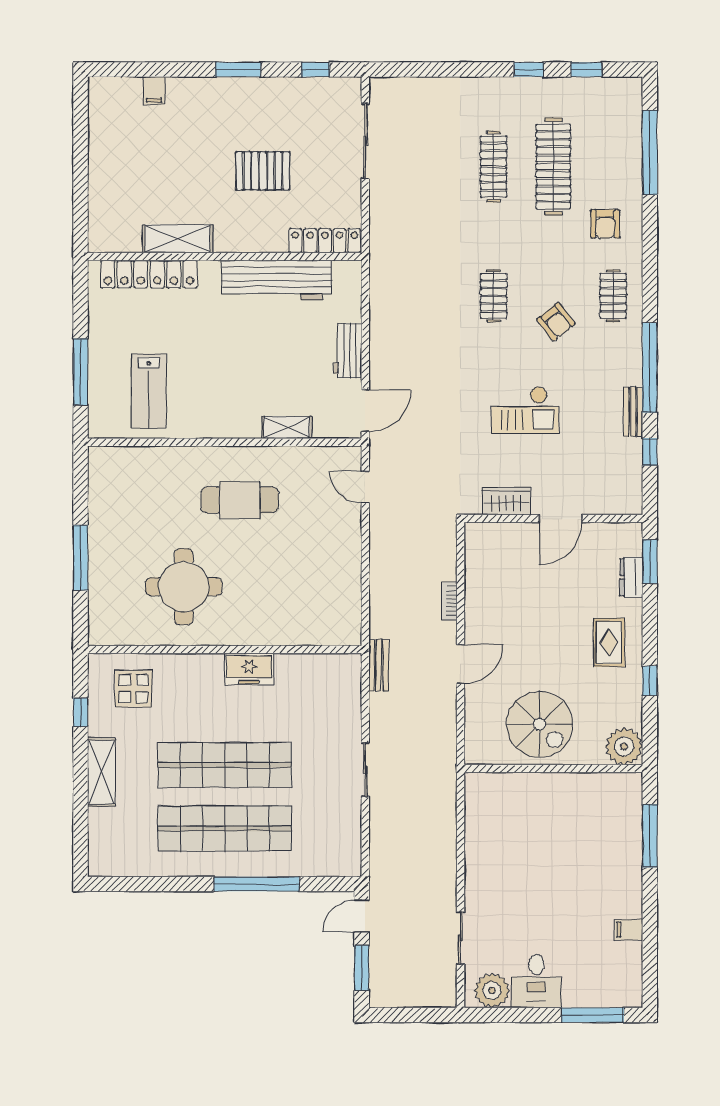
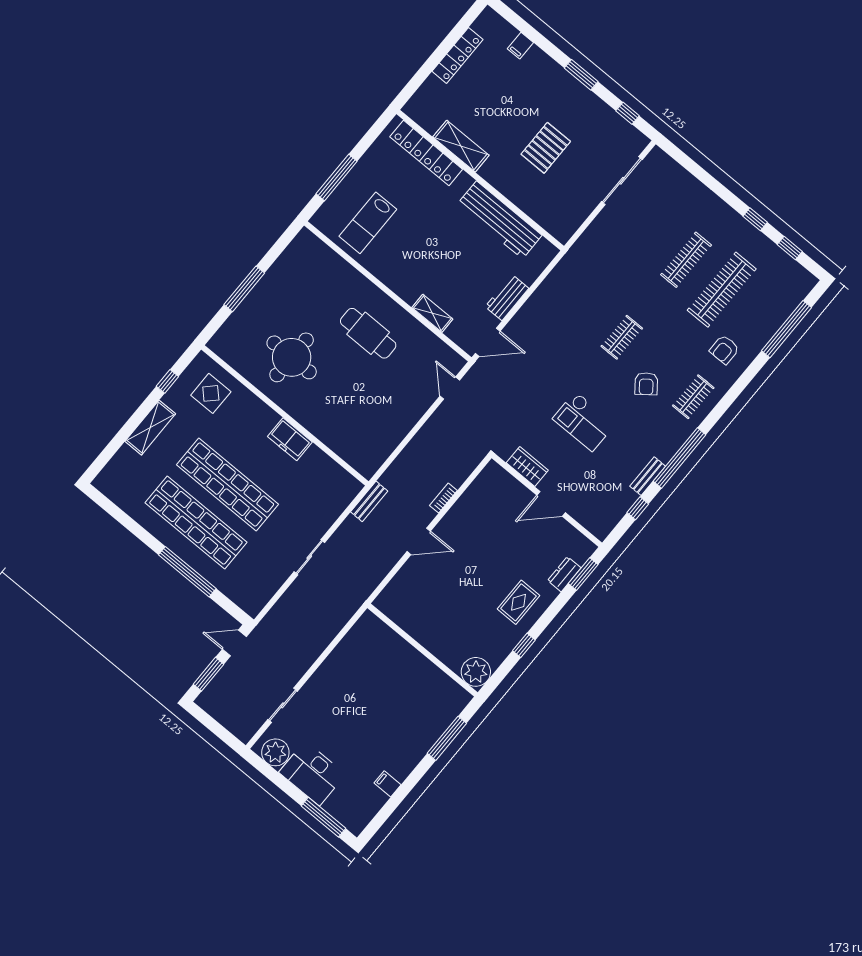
pallet: (263, 171) -> (546, 148), turned 90
locker: (325, 241) -> (457, 55), moved, turned 90
spiral stairs: (539, 724) -> (436, 617), removed
desk: (536, 981) -> (312, 773), width x1.37

